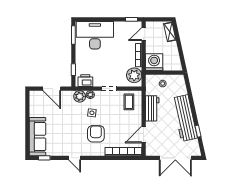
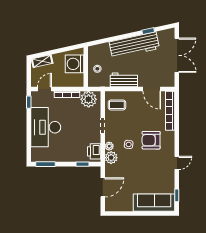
door: (144, 34) -> (44, 89), swing flipped
desk: (95, 35) -> (46, 127), moved
washing machine: (154, 62) -> (74, 64), moved

